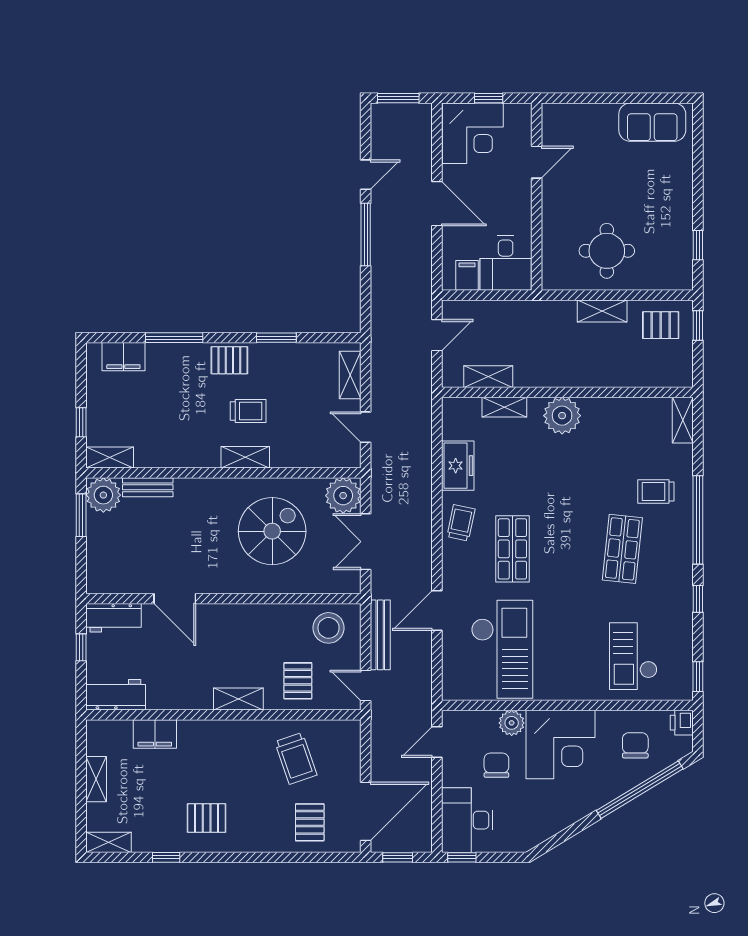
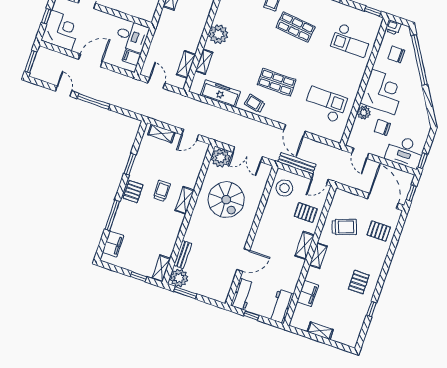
freezer: (458, 466) -> (220, 93), width x1.40
spiral stairs: (272, 531) -> (226, 200), turned 180
checkout: (502, 649) -> (325, 105), width x0.73, depth x0.83
shelving: (108, 842) -> (318, 256), moved

